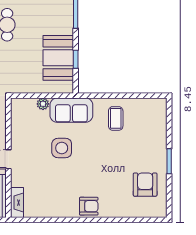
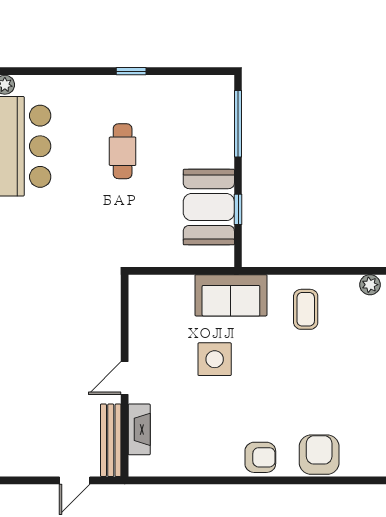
plant: (43, 104) -> (370, 285), moved
armchair: (145, 185) -> (319, 455), moved
fireplace: (17, 203) -> (139, 429), moved

